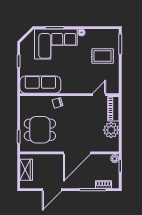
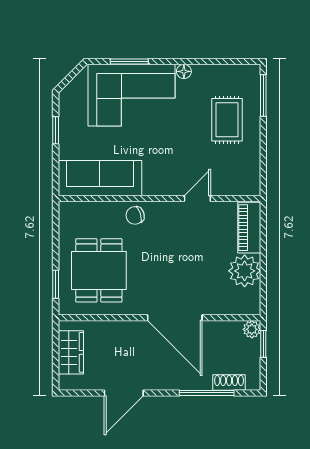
rug: (103, 56) -> (227, 120), turned 90
door: (99, 95) -> (197, 199), moved
dining table: (40, 130) -> (99, 270), turned 90
door: (77, 153) -> (175, 318), hinge flipped

